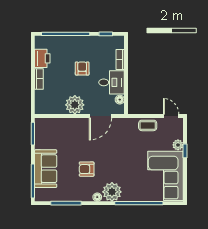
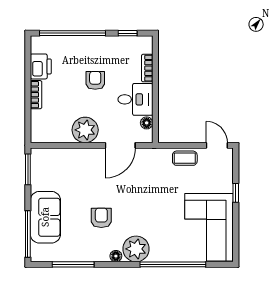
plant: (178, 145) -> (226, 185), removed
armchair: (87, 169) -> (101, 218), turned 90

